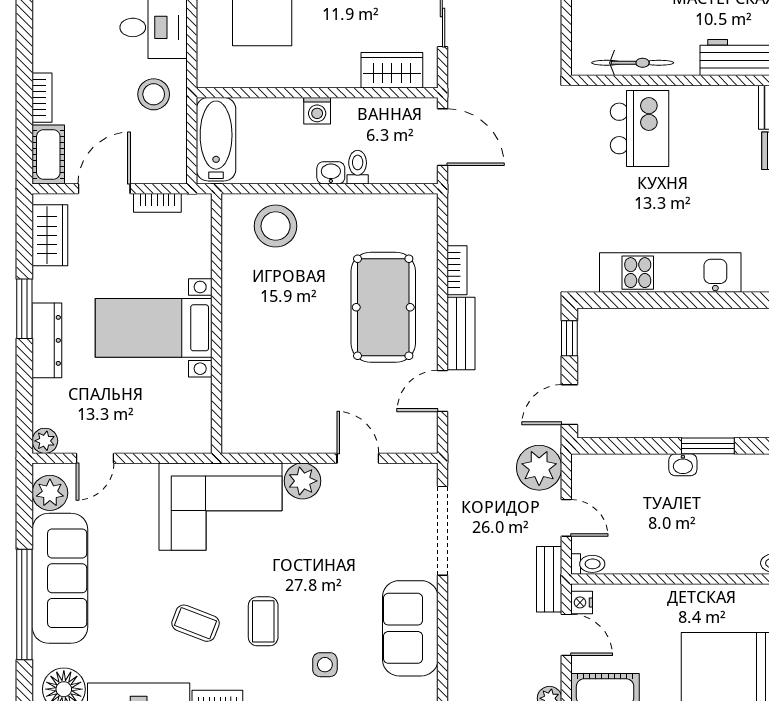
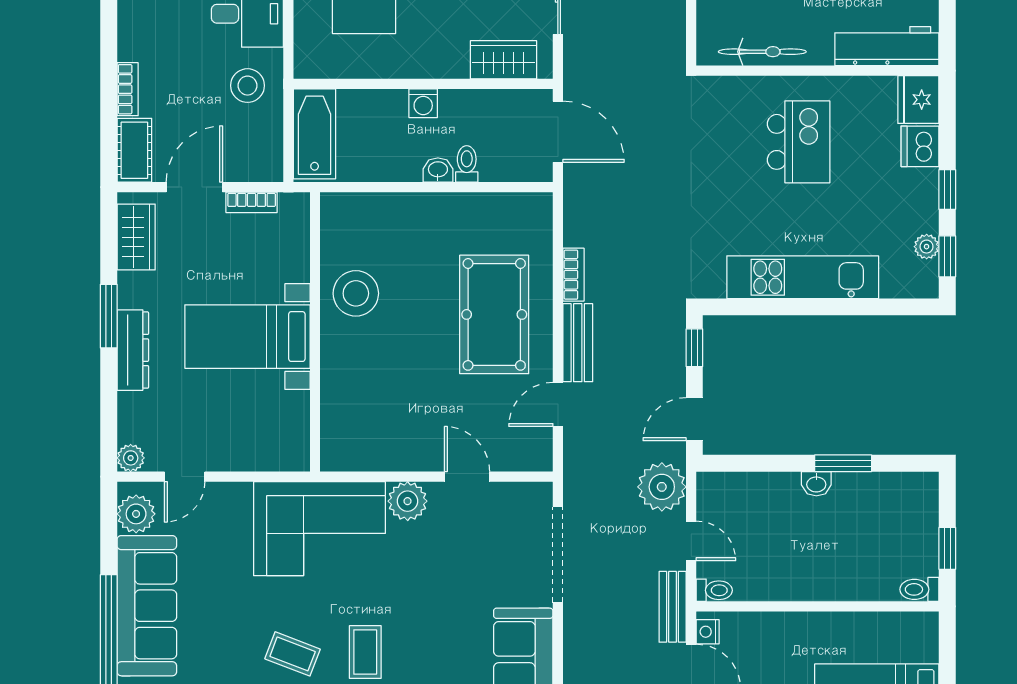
kitchen island: (640, 128) -> (799, 142), moved
stool: (276, 226) -> (356, 293), moved

